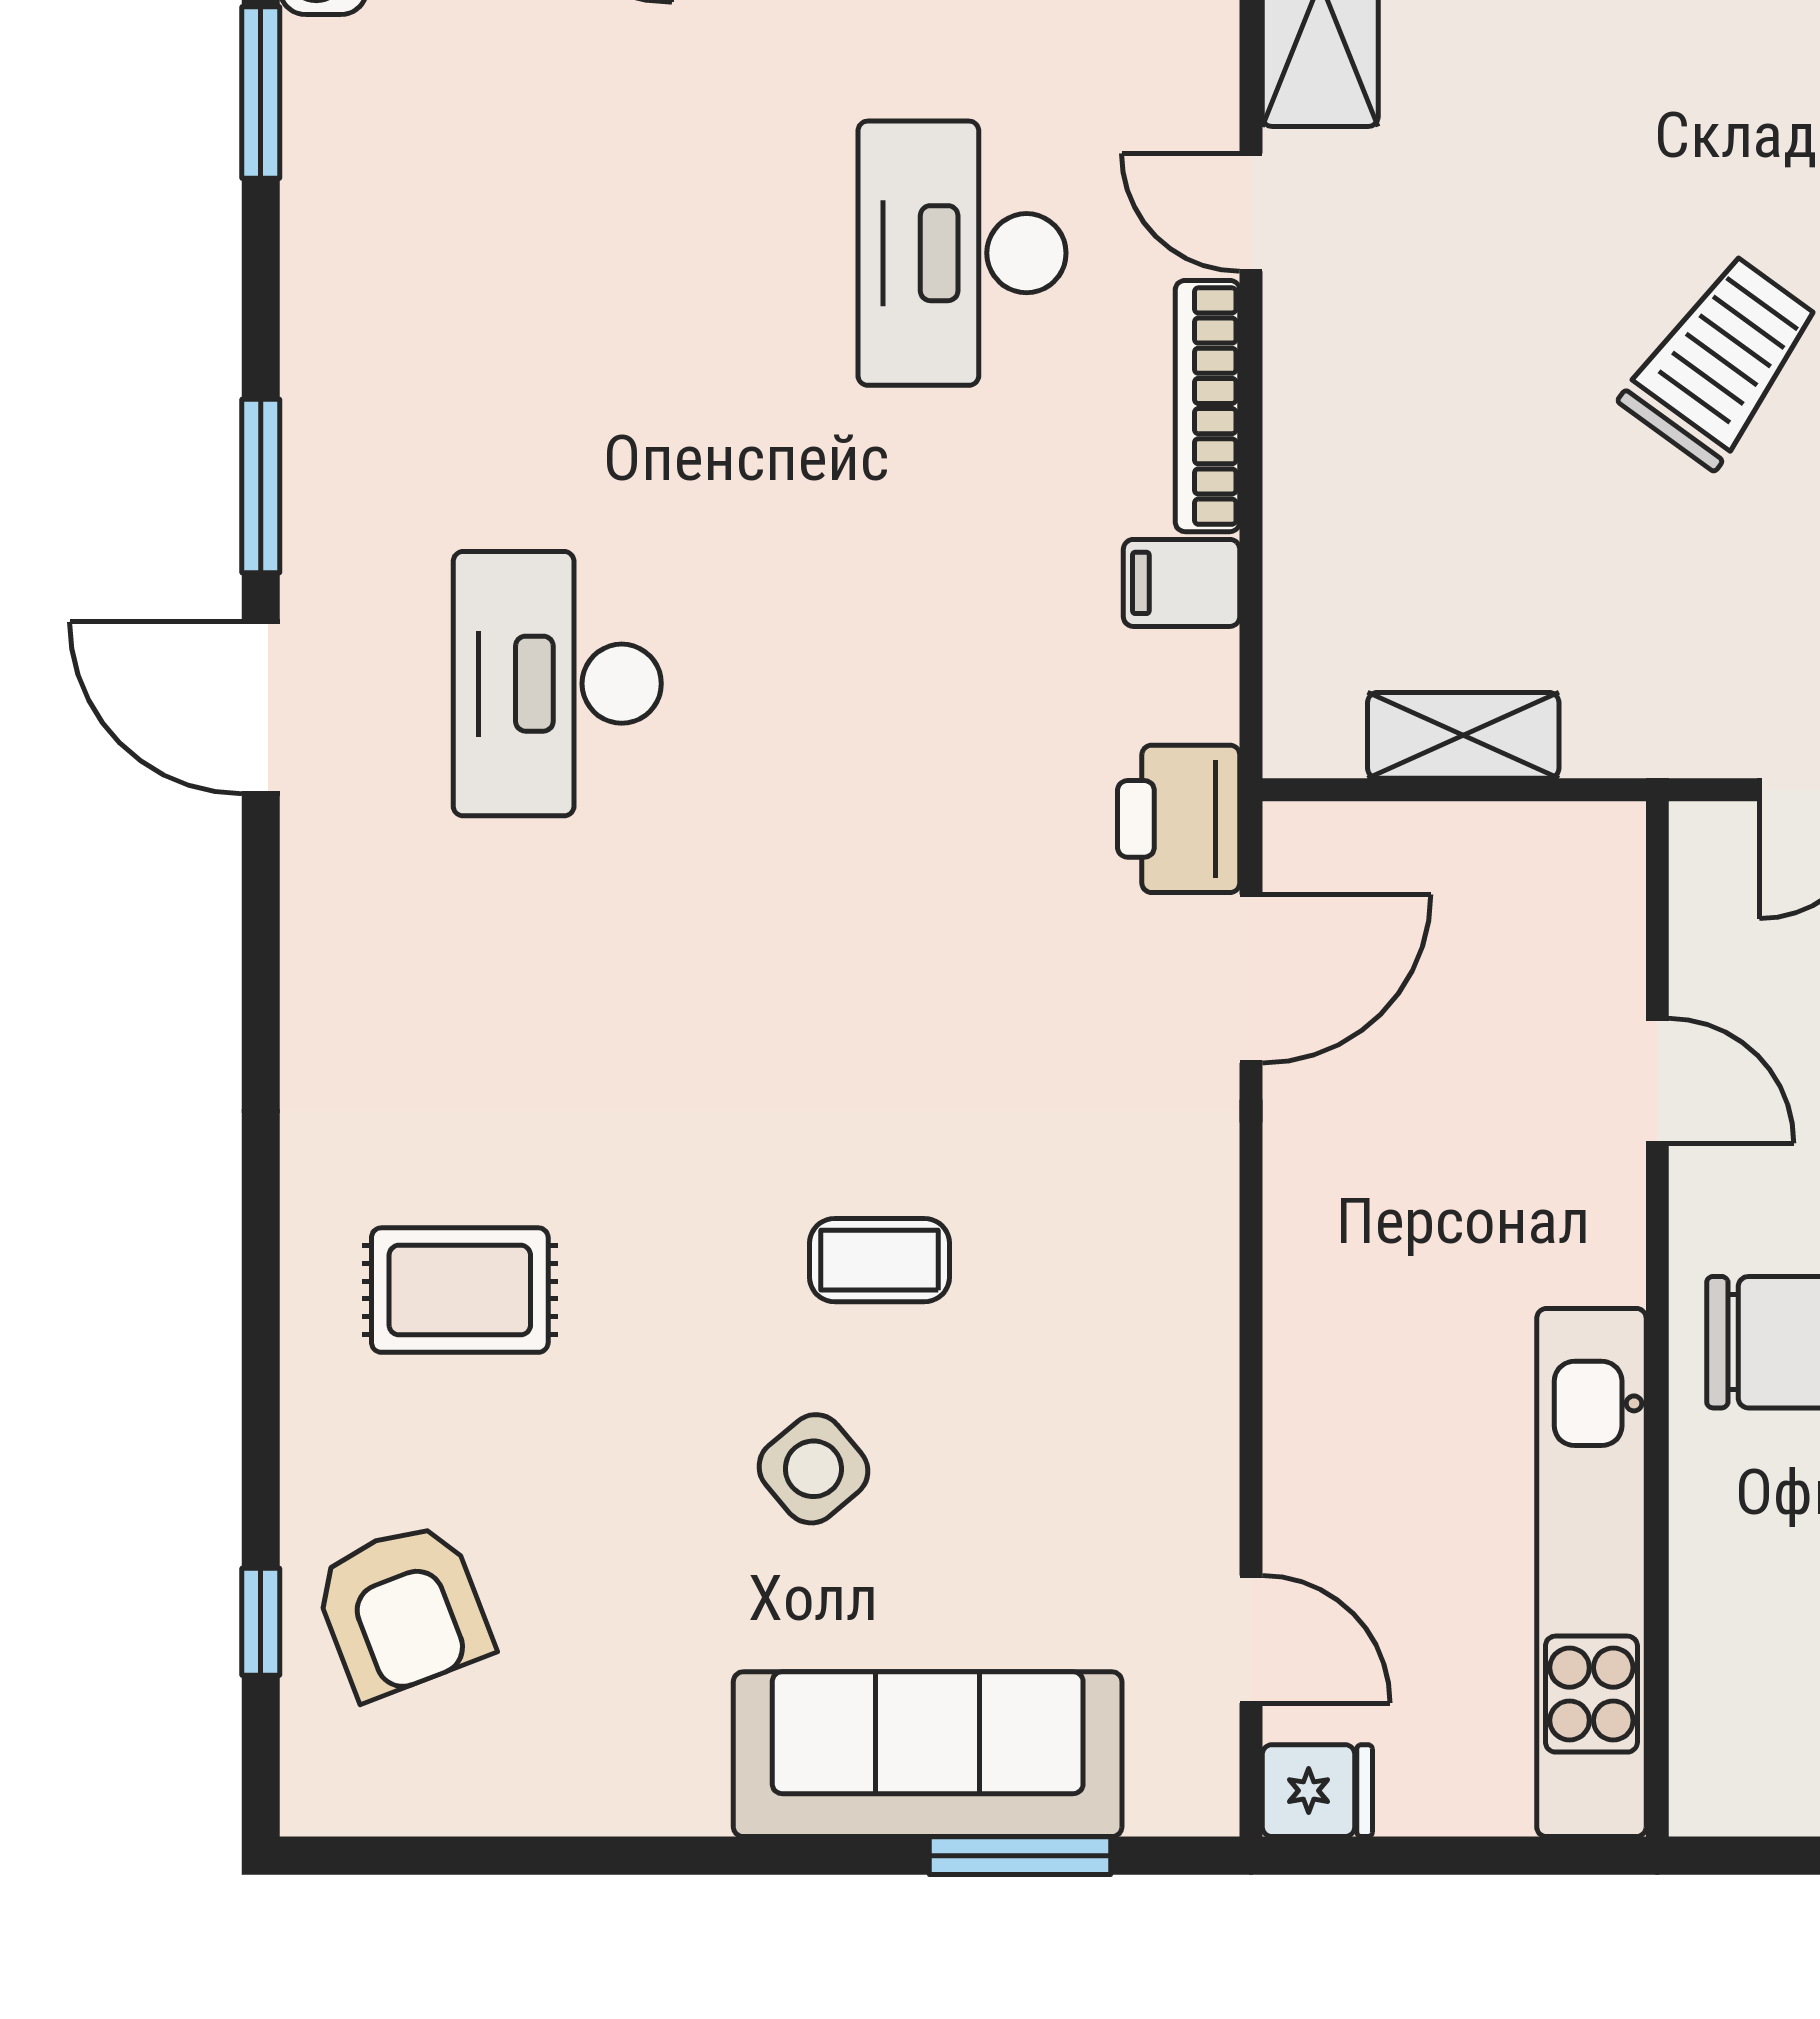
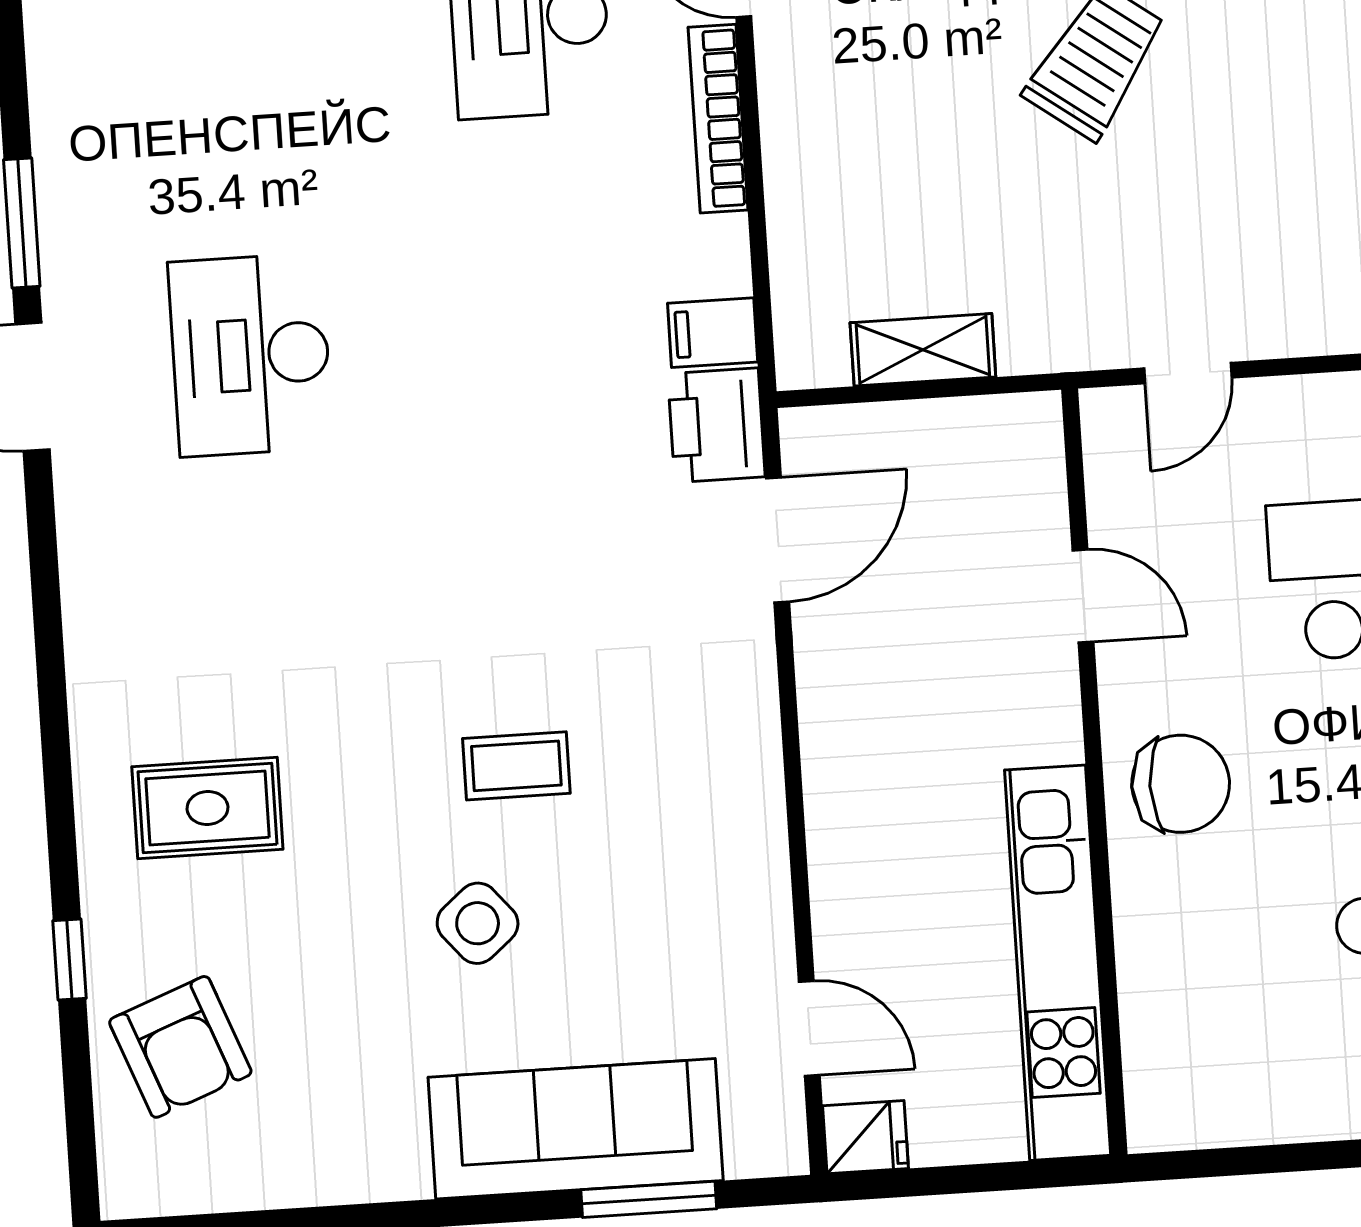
filing cabinet: (1182, 583) -> (713, 333), moved
window: (261, 1622) -> (69, 960), moved

